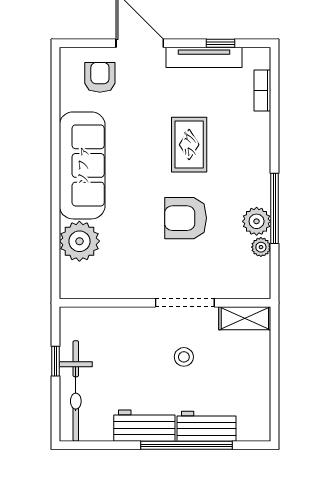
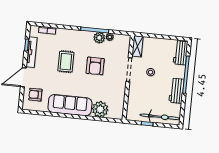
rug: (189, 145) -> (66, 62), turned 90
workbench: (206, 426) -> (181, 53), moved

